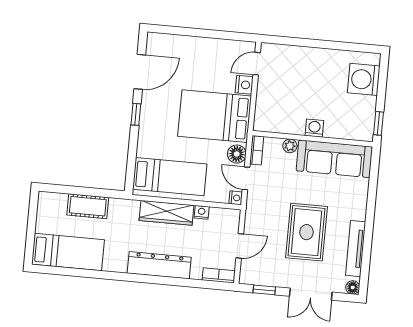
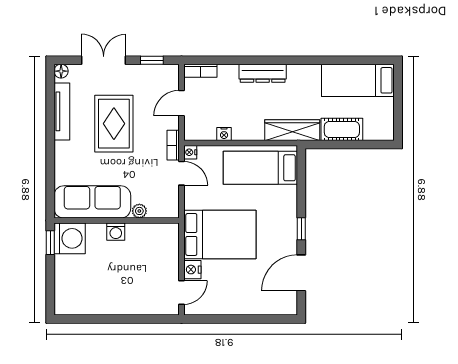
washing machine: (364, 79) -> (70, 238), moved
bookcase: (257, 150) -> (173, 145), moved
floor lamp: (237, 154) -> (193, 198), removed
wardrobe: (167, 213) -> (292, 130), moved
dresser: (159, 265) -> (263, 73), width x0.73, depth x0.80

